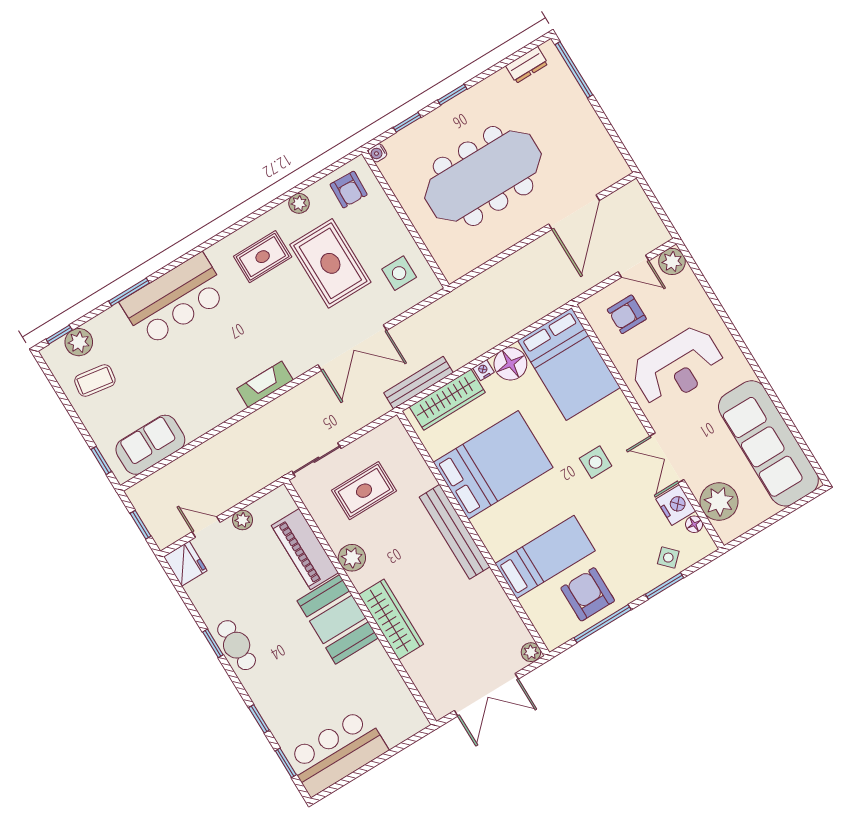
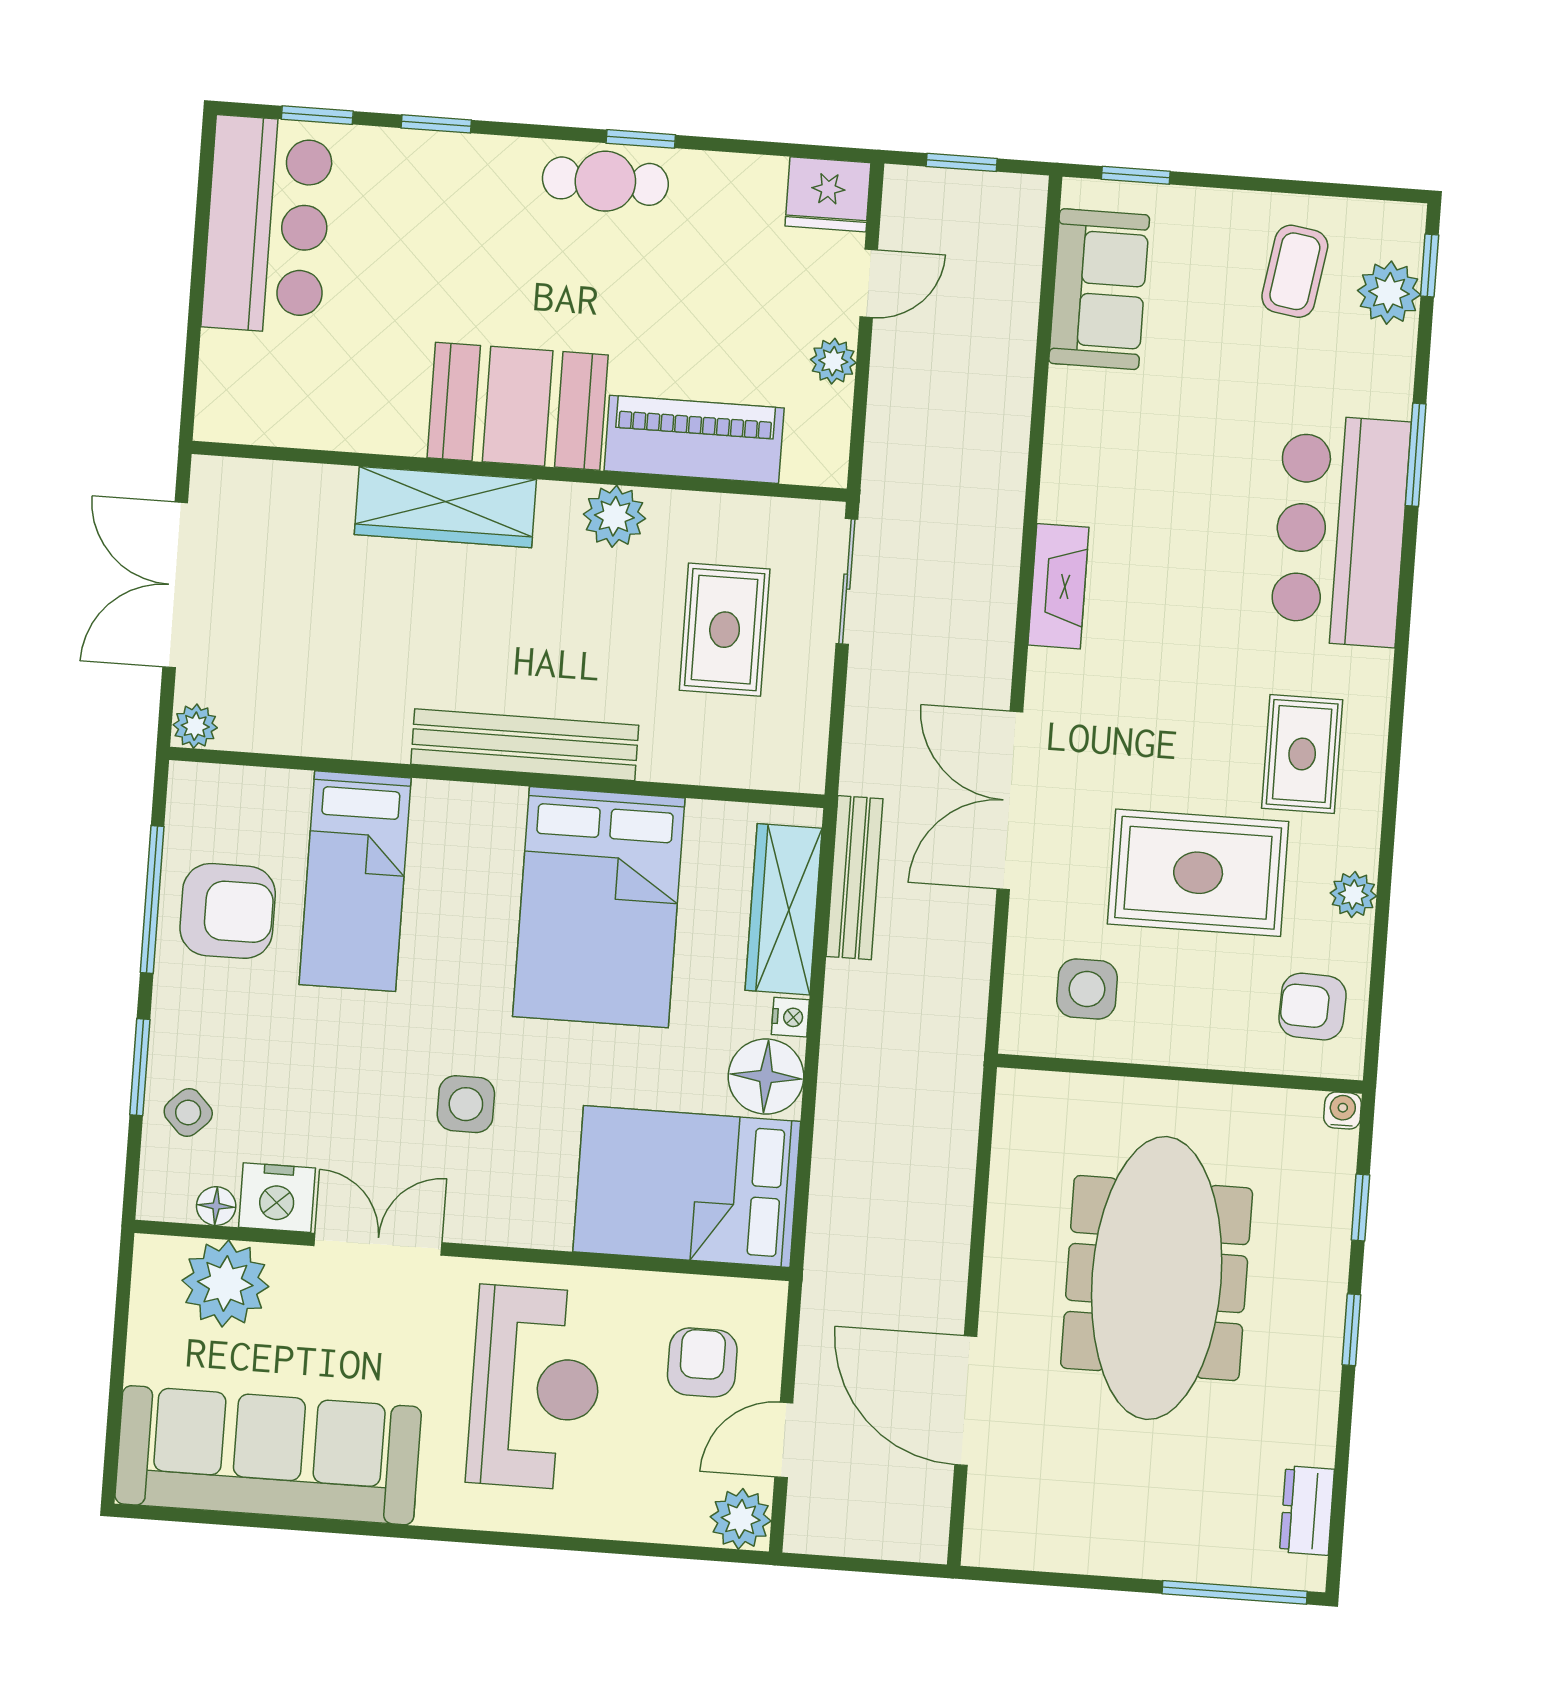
reception desk: (678, 367) -> (535, 1388), turned 180

